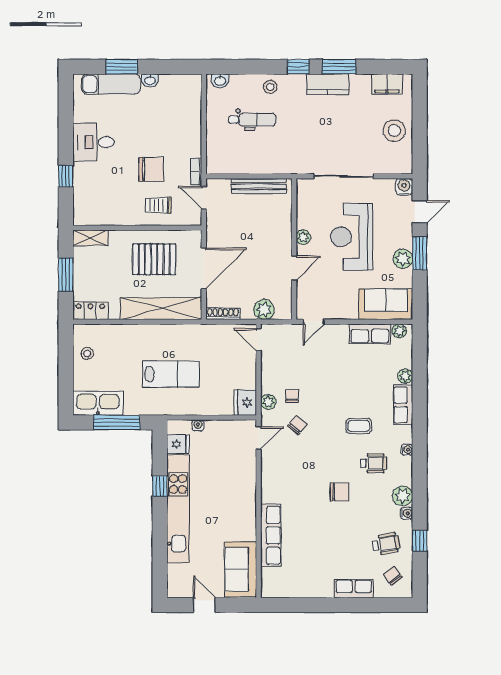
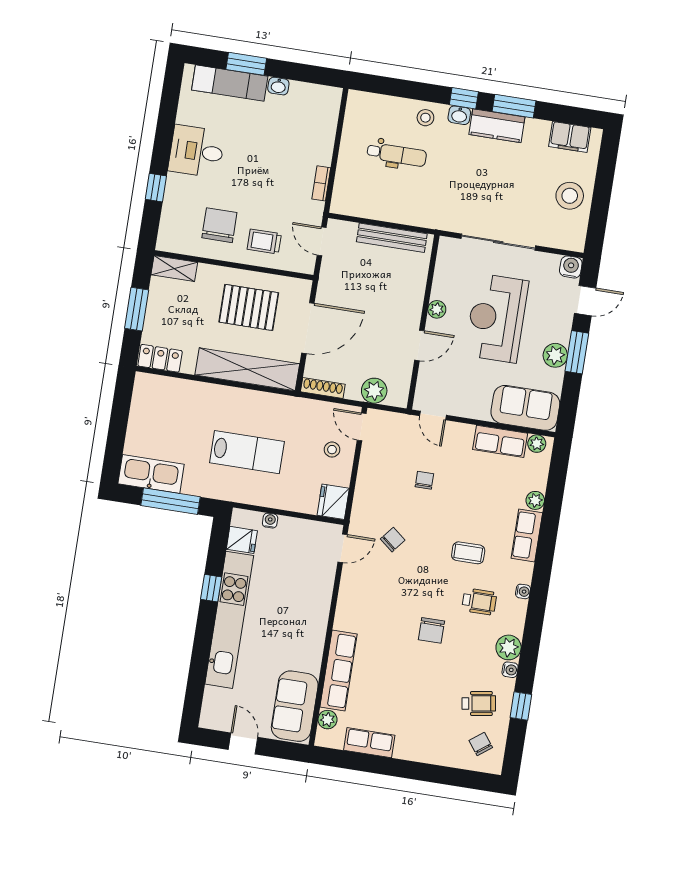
washbasin: (220, 81) -> (459, 115), moved
chair: (151, 169) -> (219, 225), moved, turned -90
bookcase: (196, 172) -> (321, 183), moved
door: (314, 322) -> (433, 415), hinge flipped
stool: (87, 353) -> (332, 450), moved
chair: (292, 396) -> (424, 480), moved
plant: (268, 402) -> (328, 720), moved
chair: (339, 492) -> (431, 630), turned 90
row of seats: (354, 589) -> (369, 743), moved

